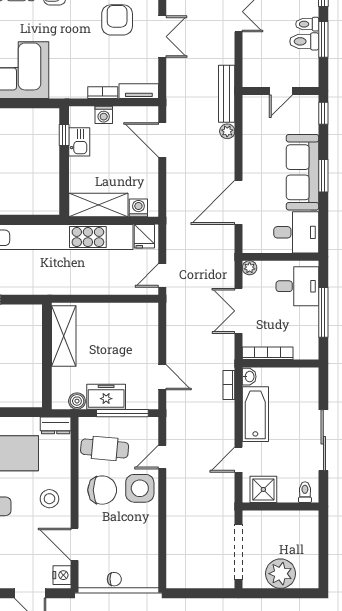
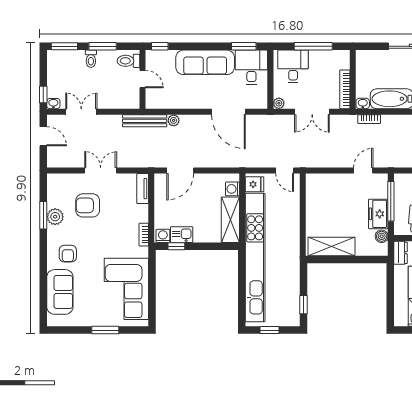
toilet: (304, 41) -> (128, 61), moved, turned 90
bookcase: (103, 93) -> (144, 235), moved
washing machine: (104, 115) -> (163, 236), moved, turned -90
window: (323, 176) -> (244, 46), moved

